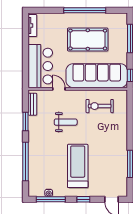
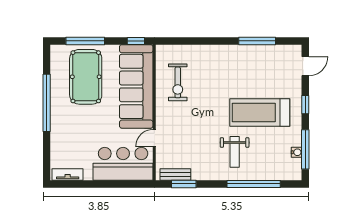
pool table: (88, 40) -> (86, 77), moved
window: (25, 121) -> (184, 184), moved
weight bench: (66, 122) -> (235, 152), moved, turned 180

